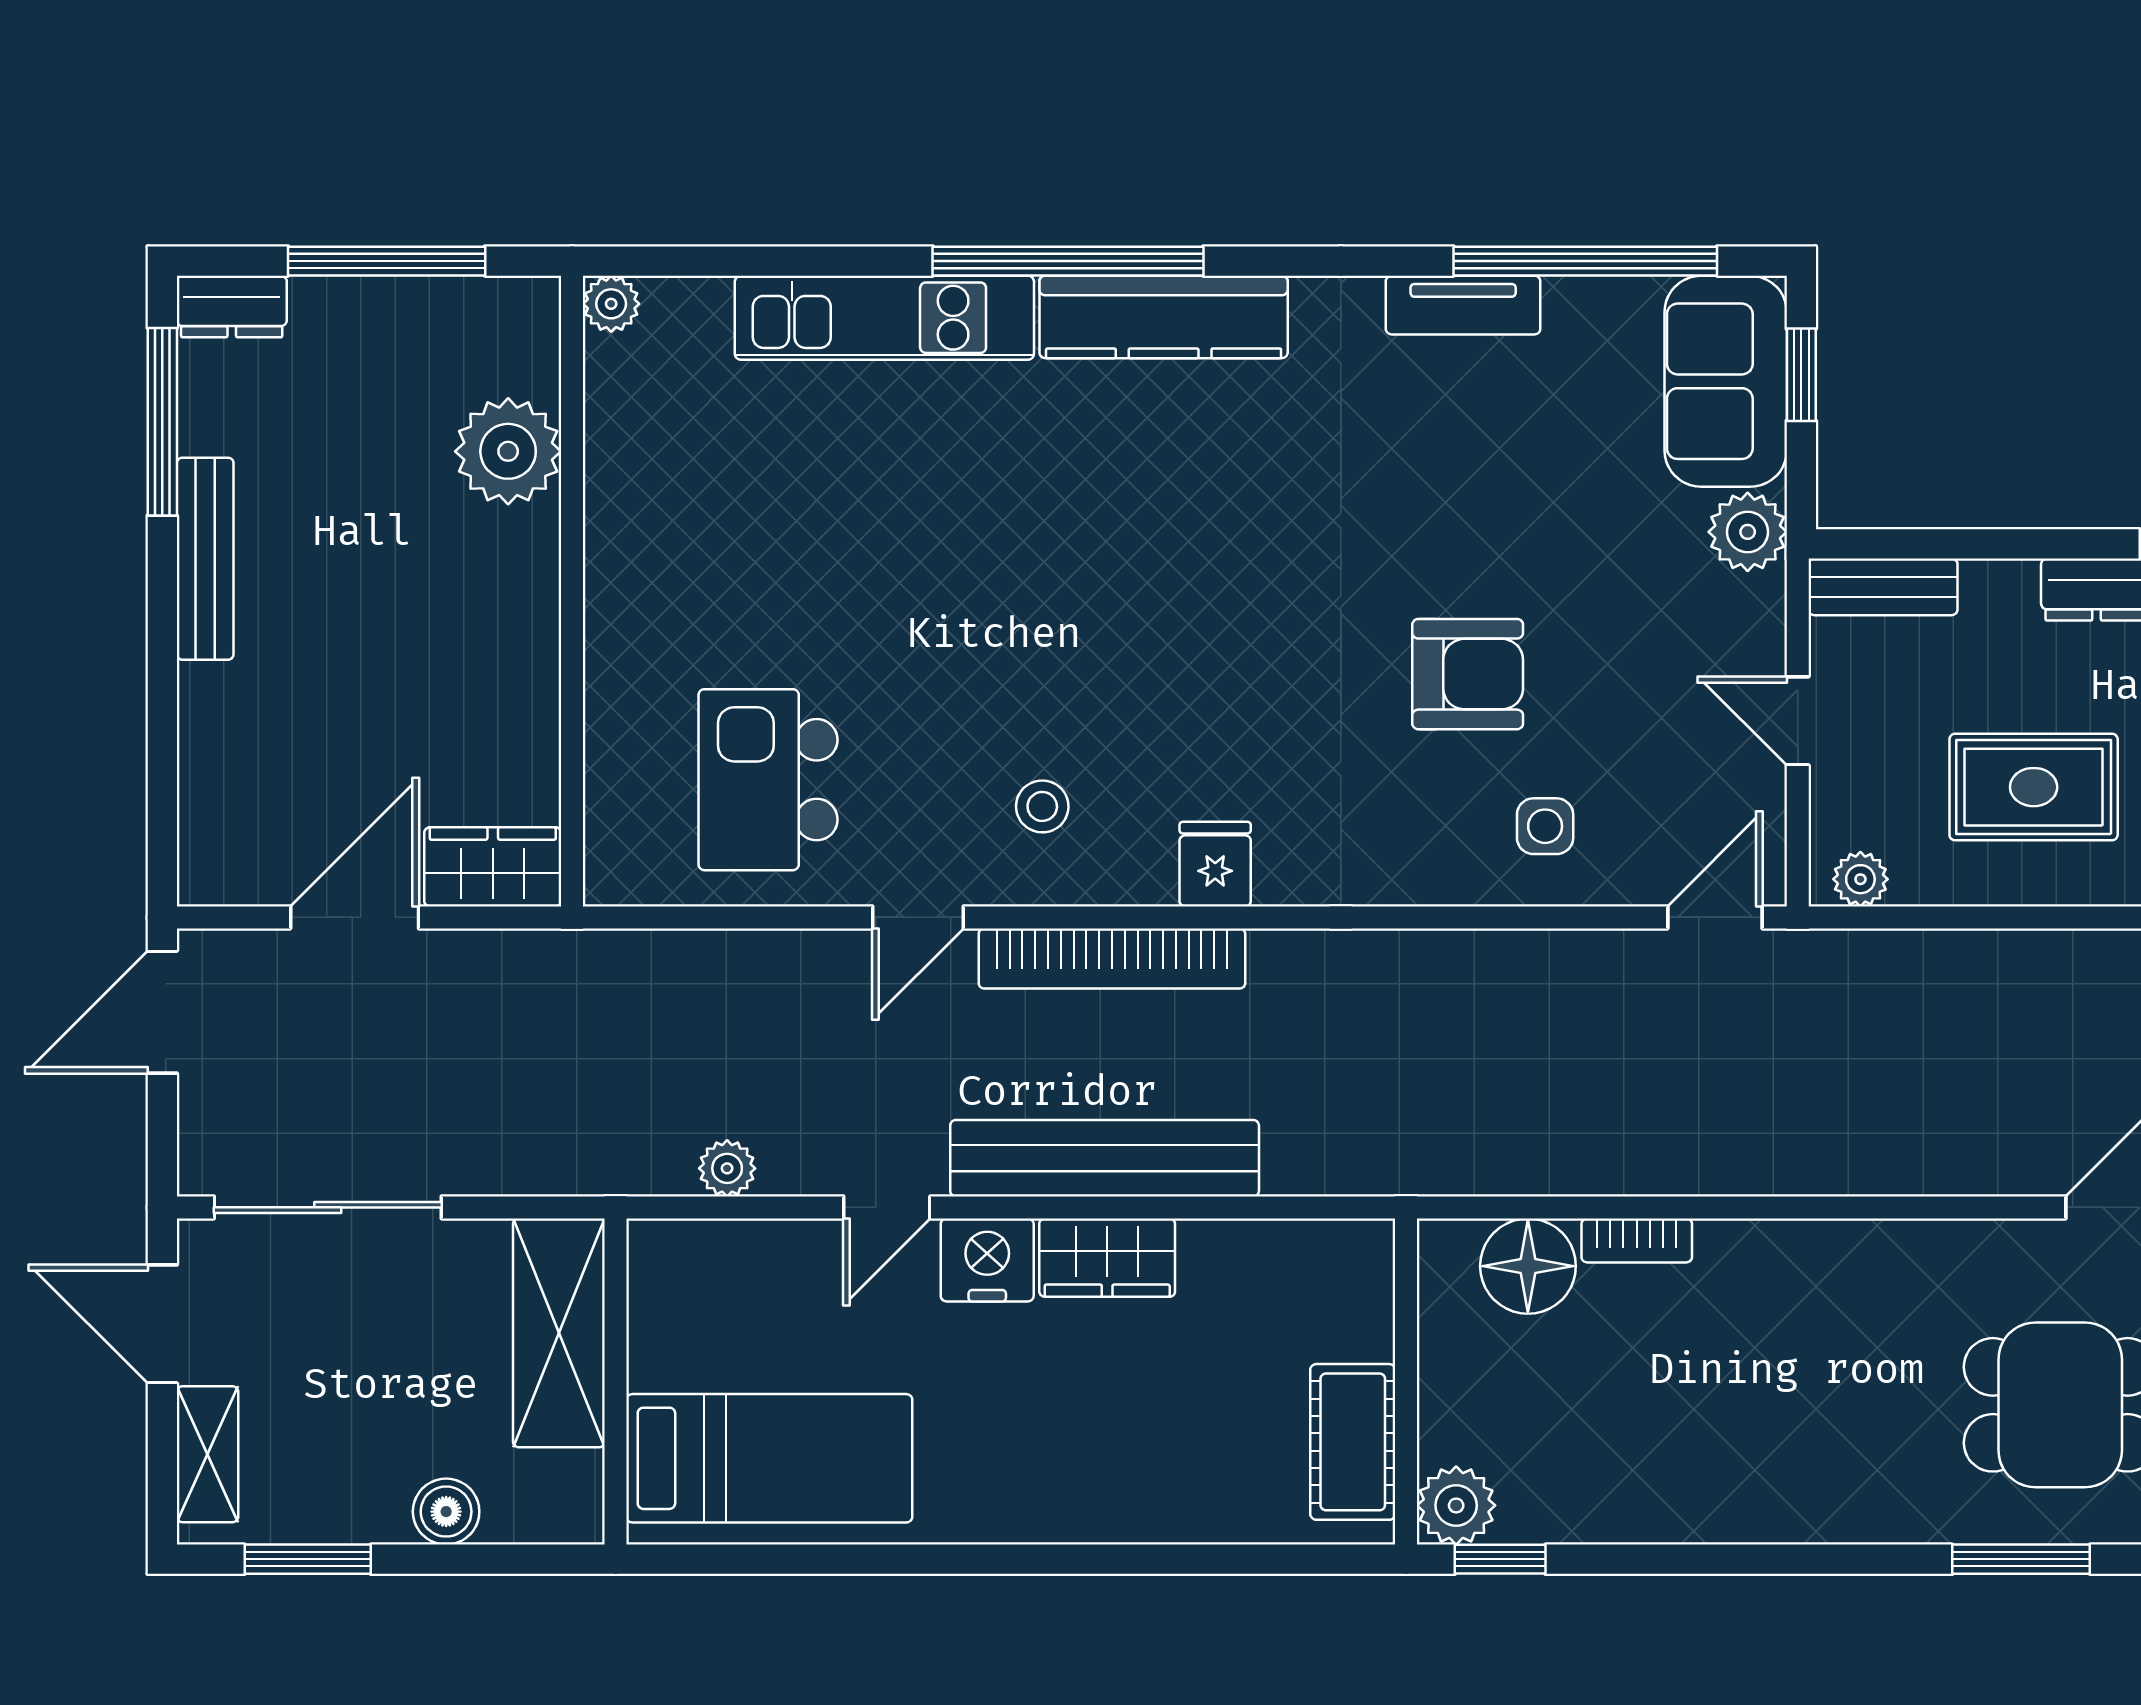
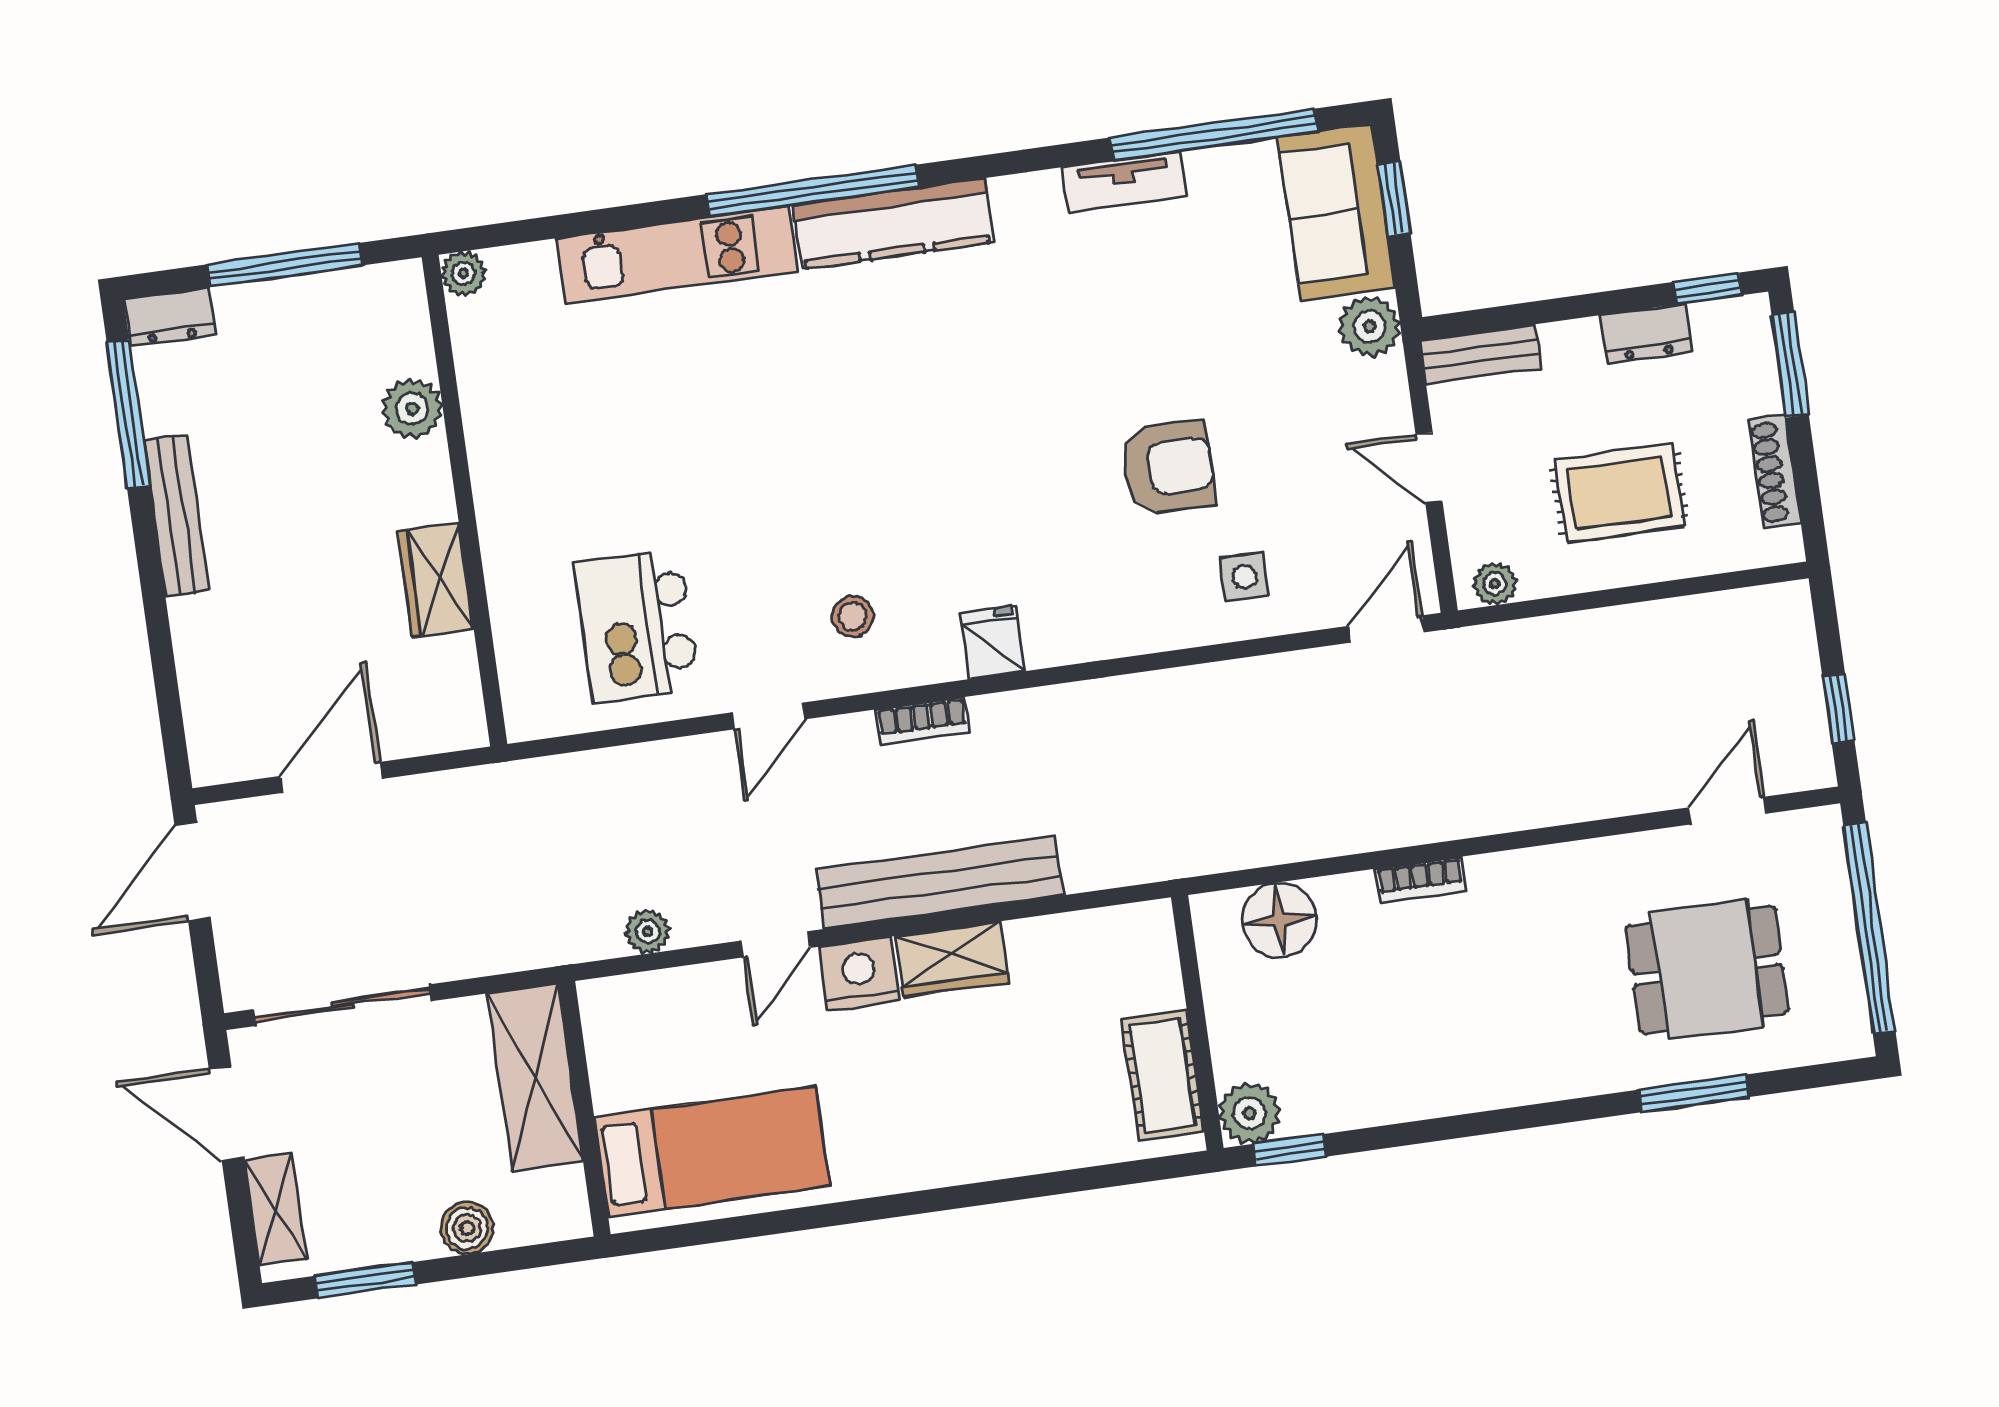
plant: (508, 451) -> (412, 409), width x0.73, depth x0.73
wardrobe: (493, 867) -> (436, 580), moved, turned -90
bookcase: (1112, 959) -> (922, 721), width x0.43, depth x0.76
bookcase: (1637, 1240) -> (1421, 880), moved

